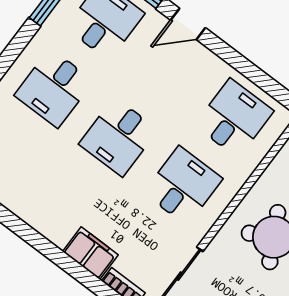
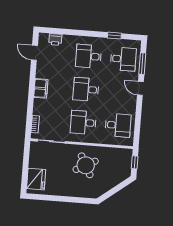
desk: (183, 186) -> (83, 123), turned 180
filing cabinet: (90, 253) -> (41, 88), moved

